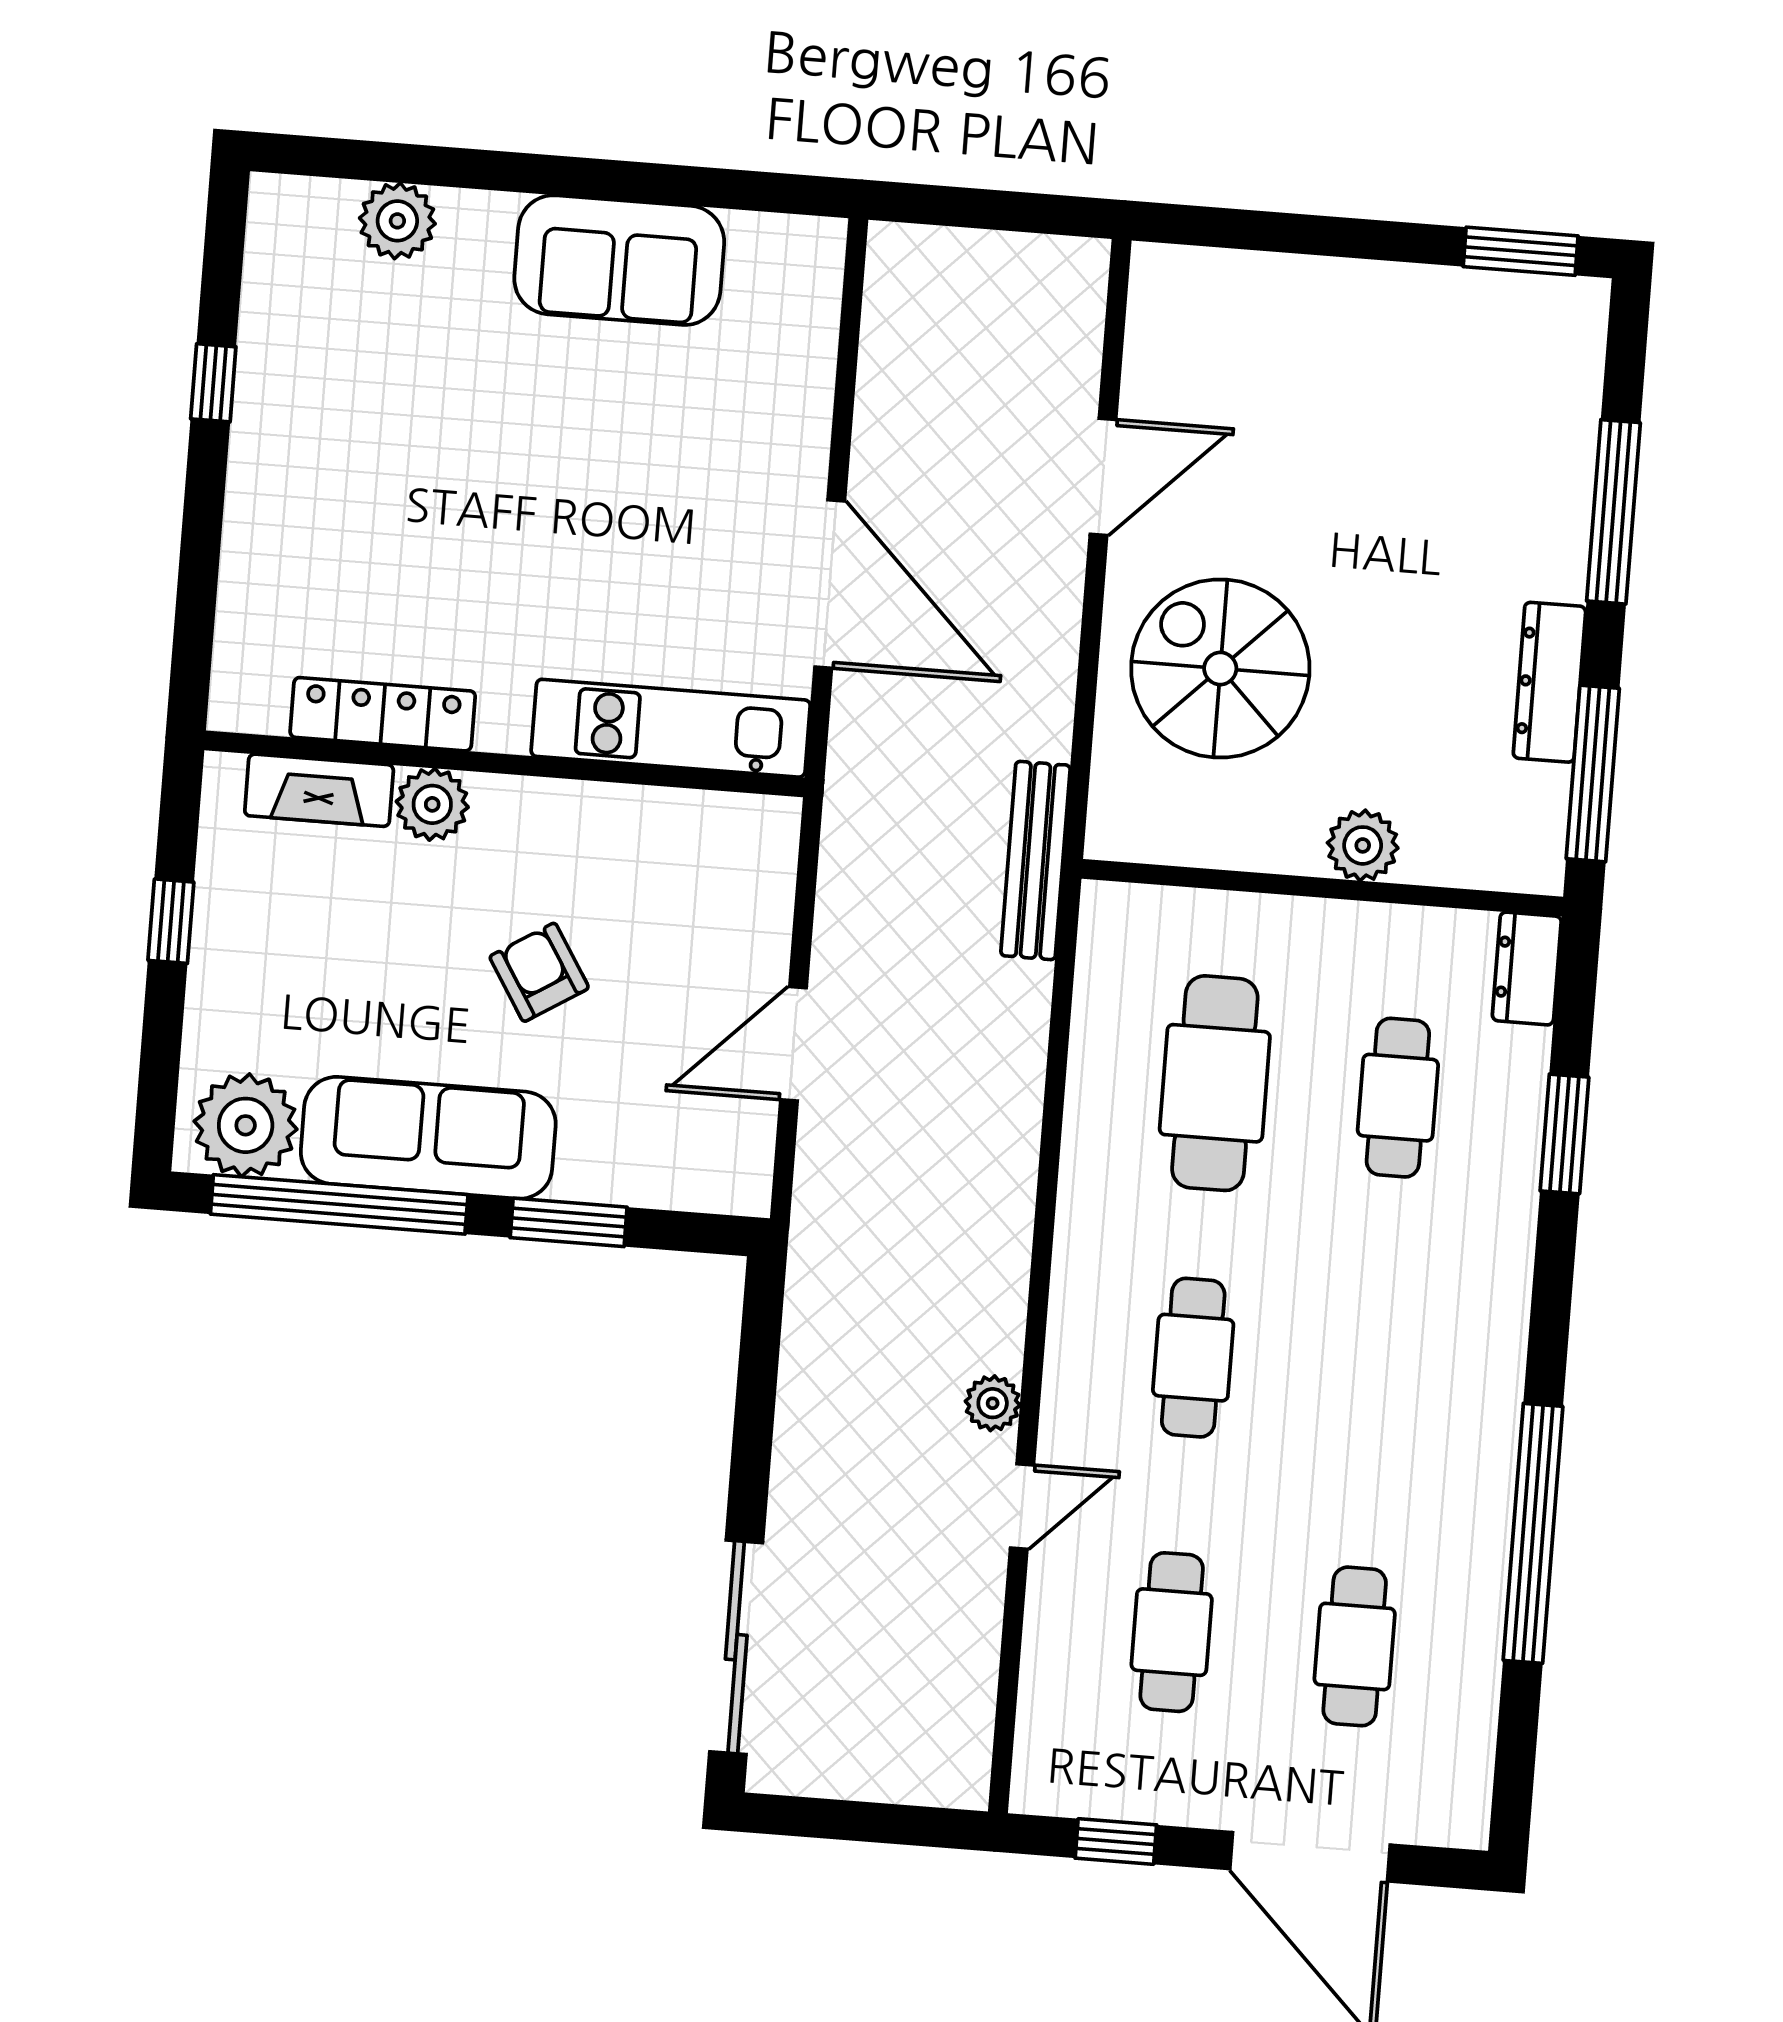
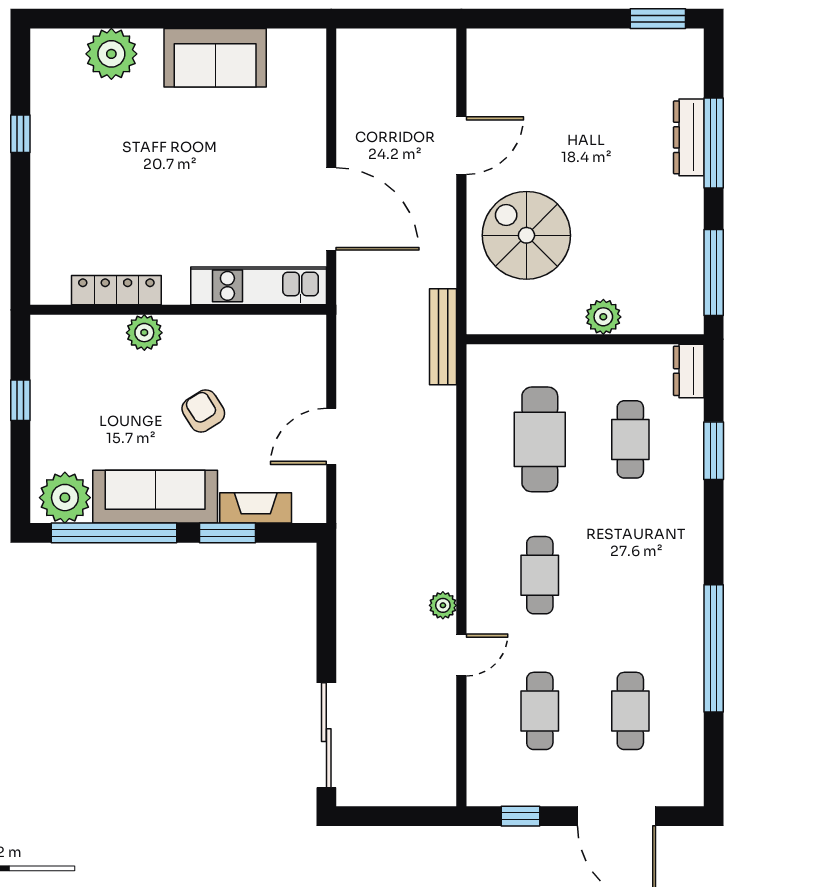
plant: (397, 221) -> (111, 54), width x1.36, depth x1.36
dresser: (1549, 682) -> (689, 137), moved
fireplace: (319, 790) -> (256, 508), moved, turned 180

